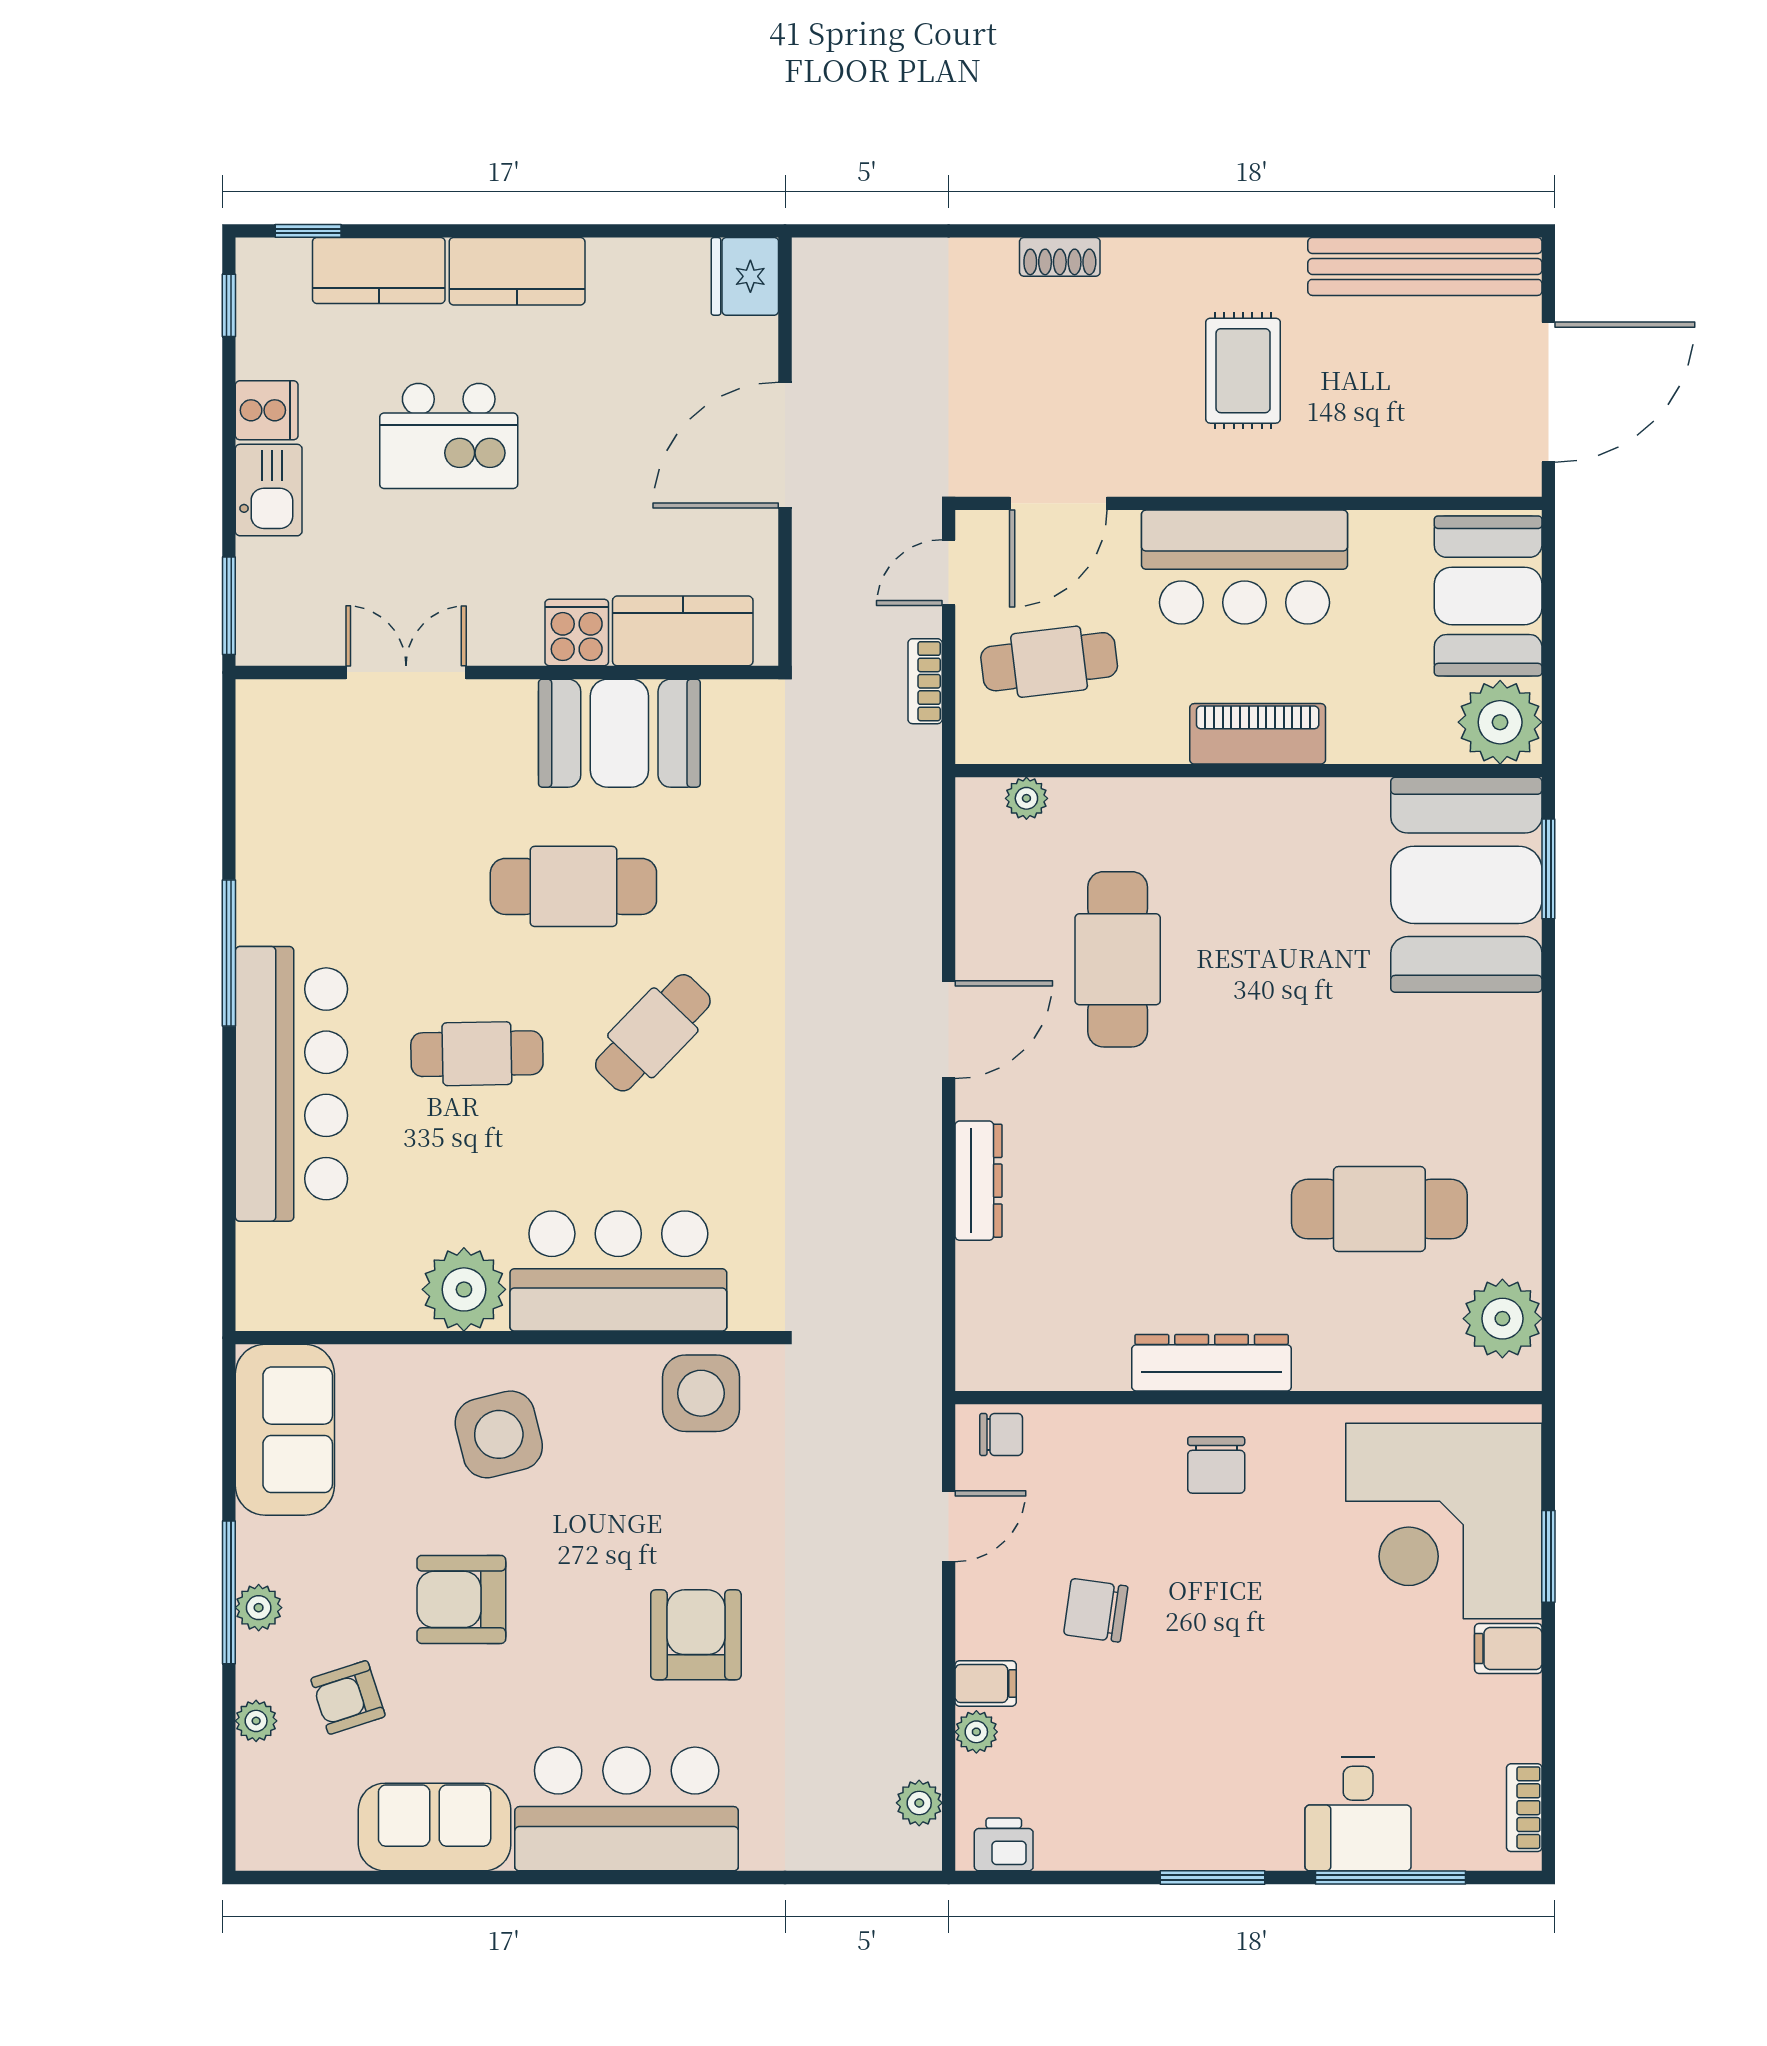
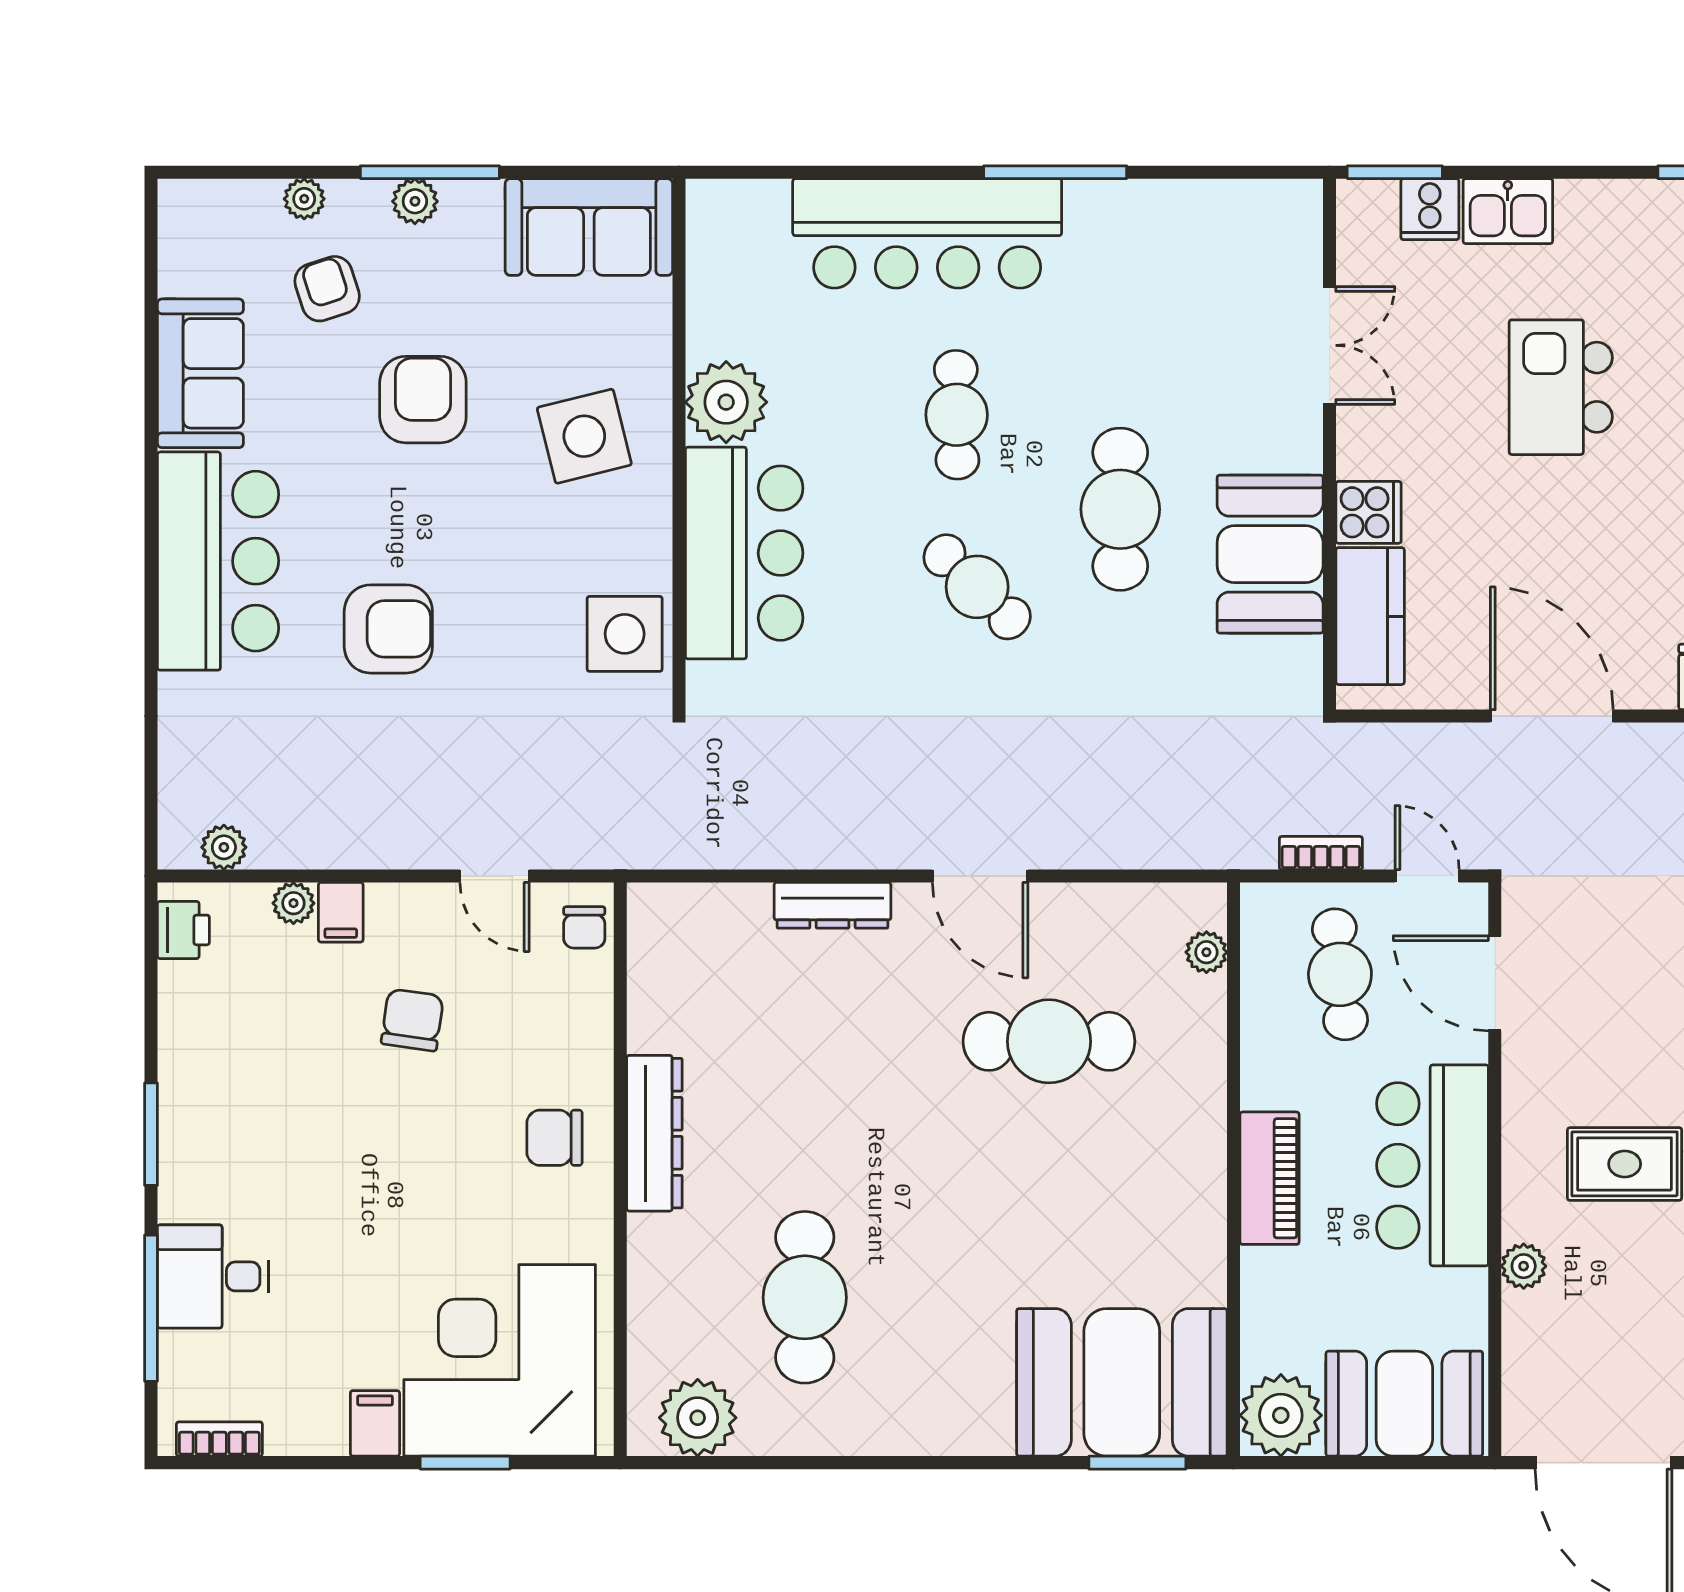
cooker: (267, 410) -> (1430, 209), moved
plant: (1347, 474) -> (1524, 1266), added

